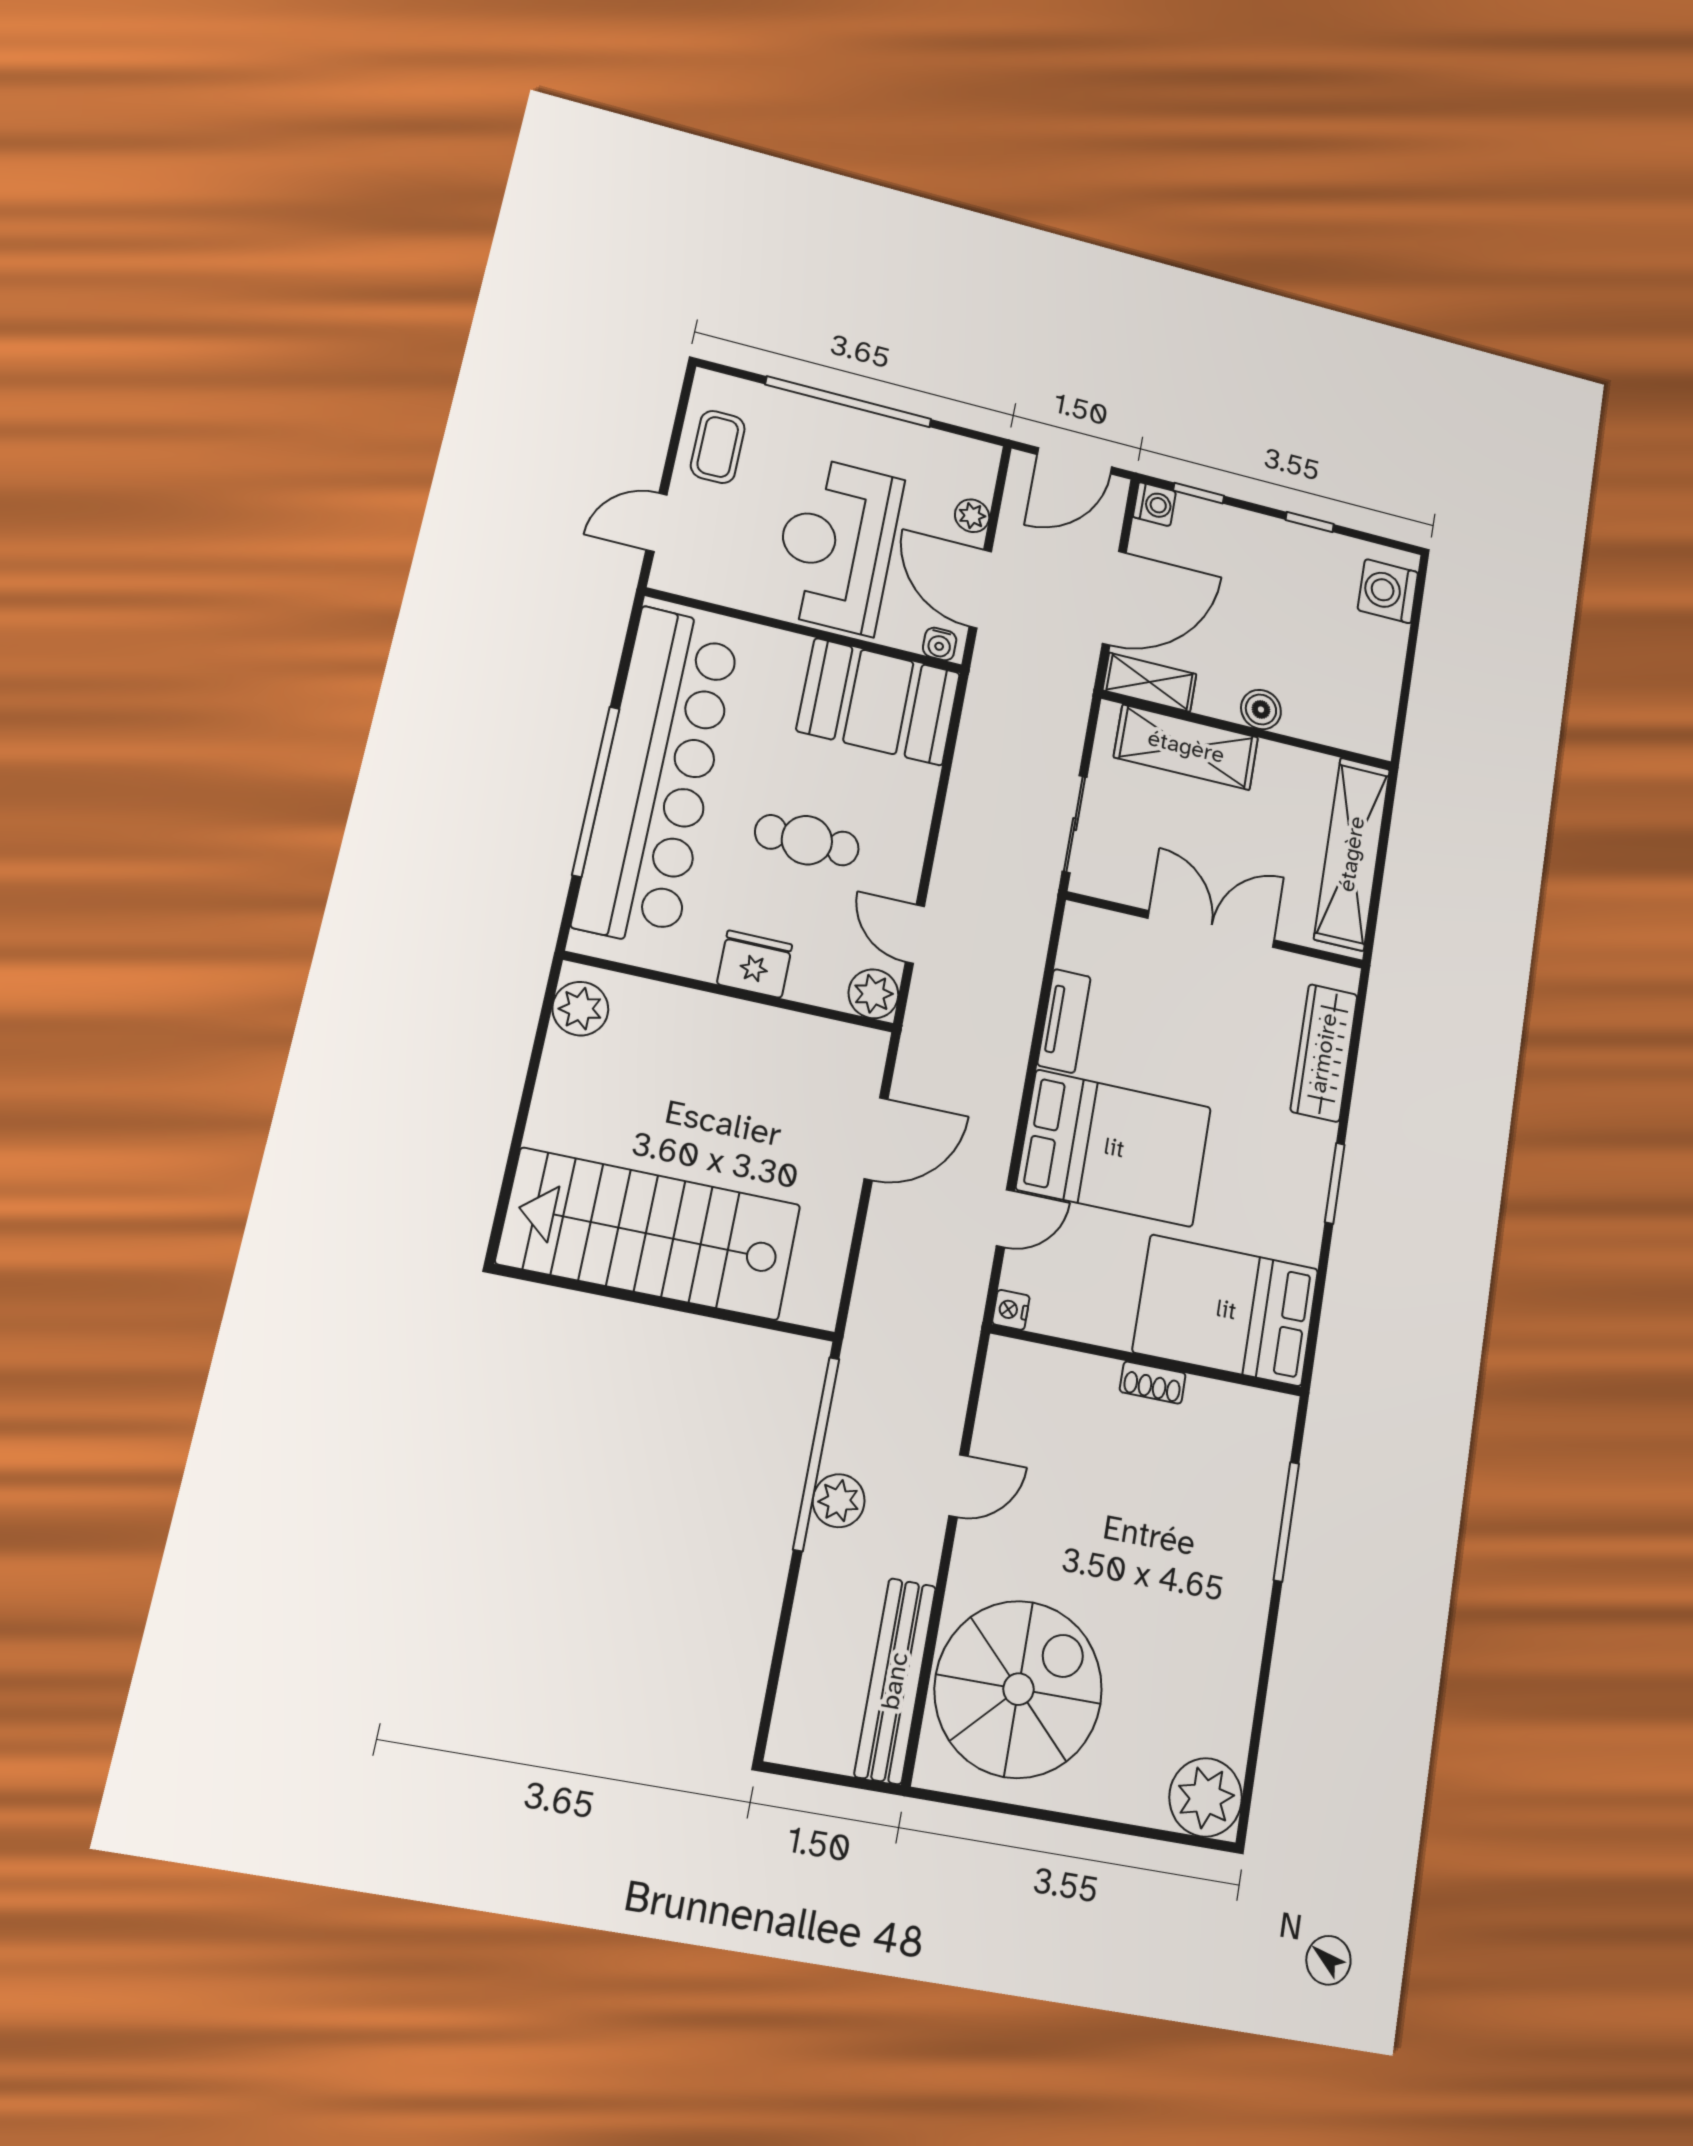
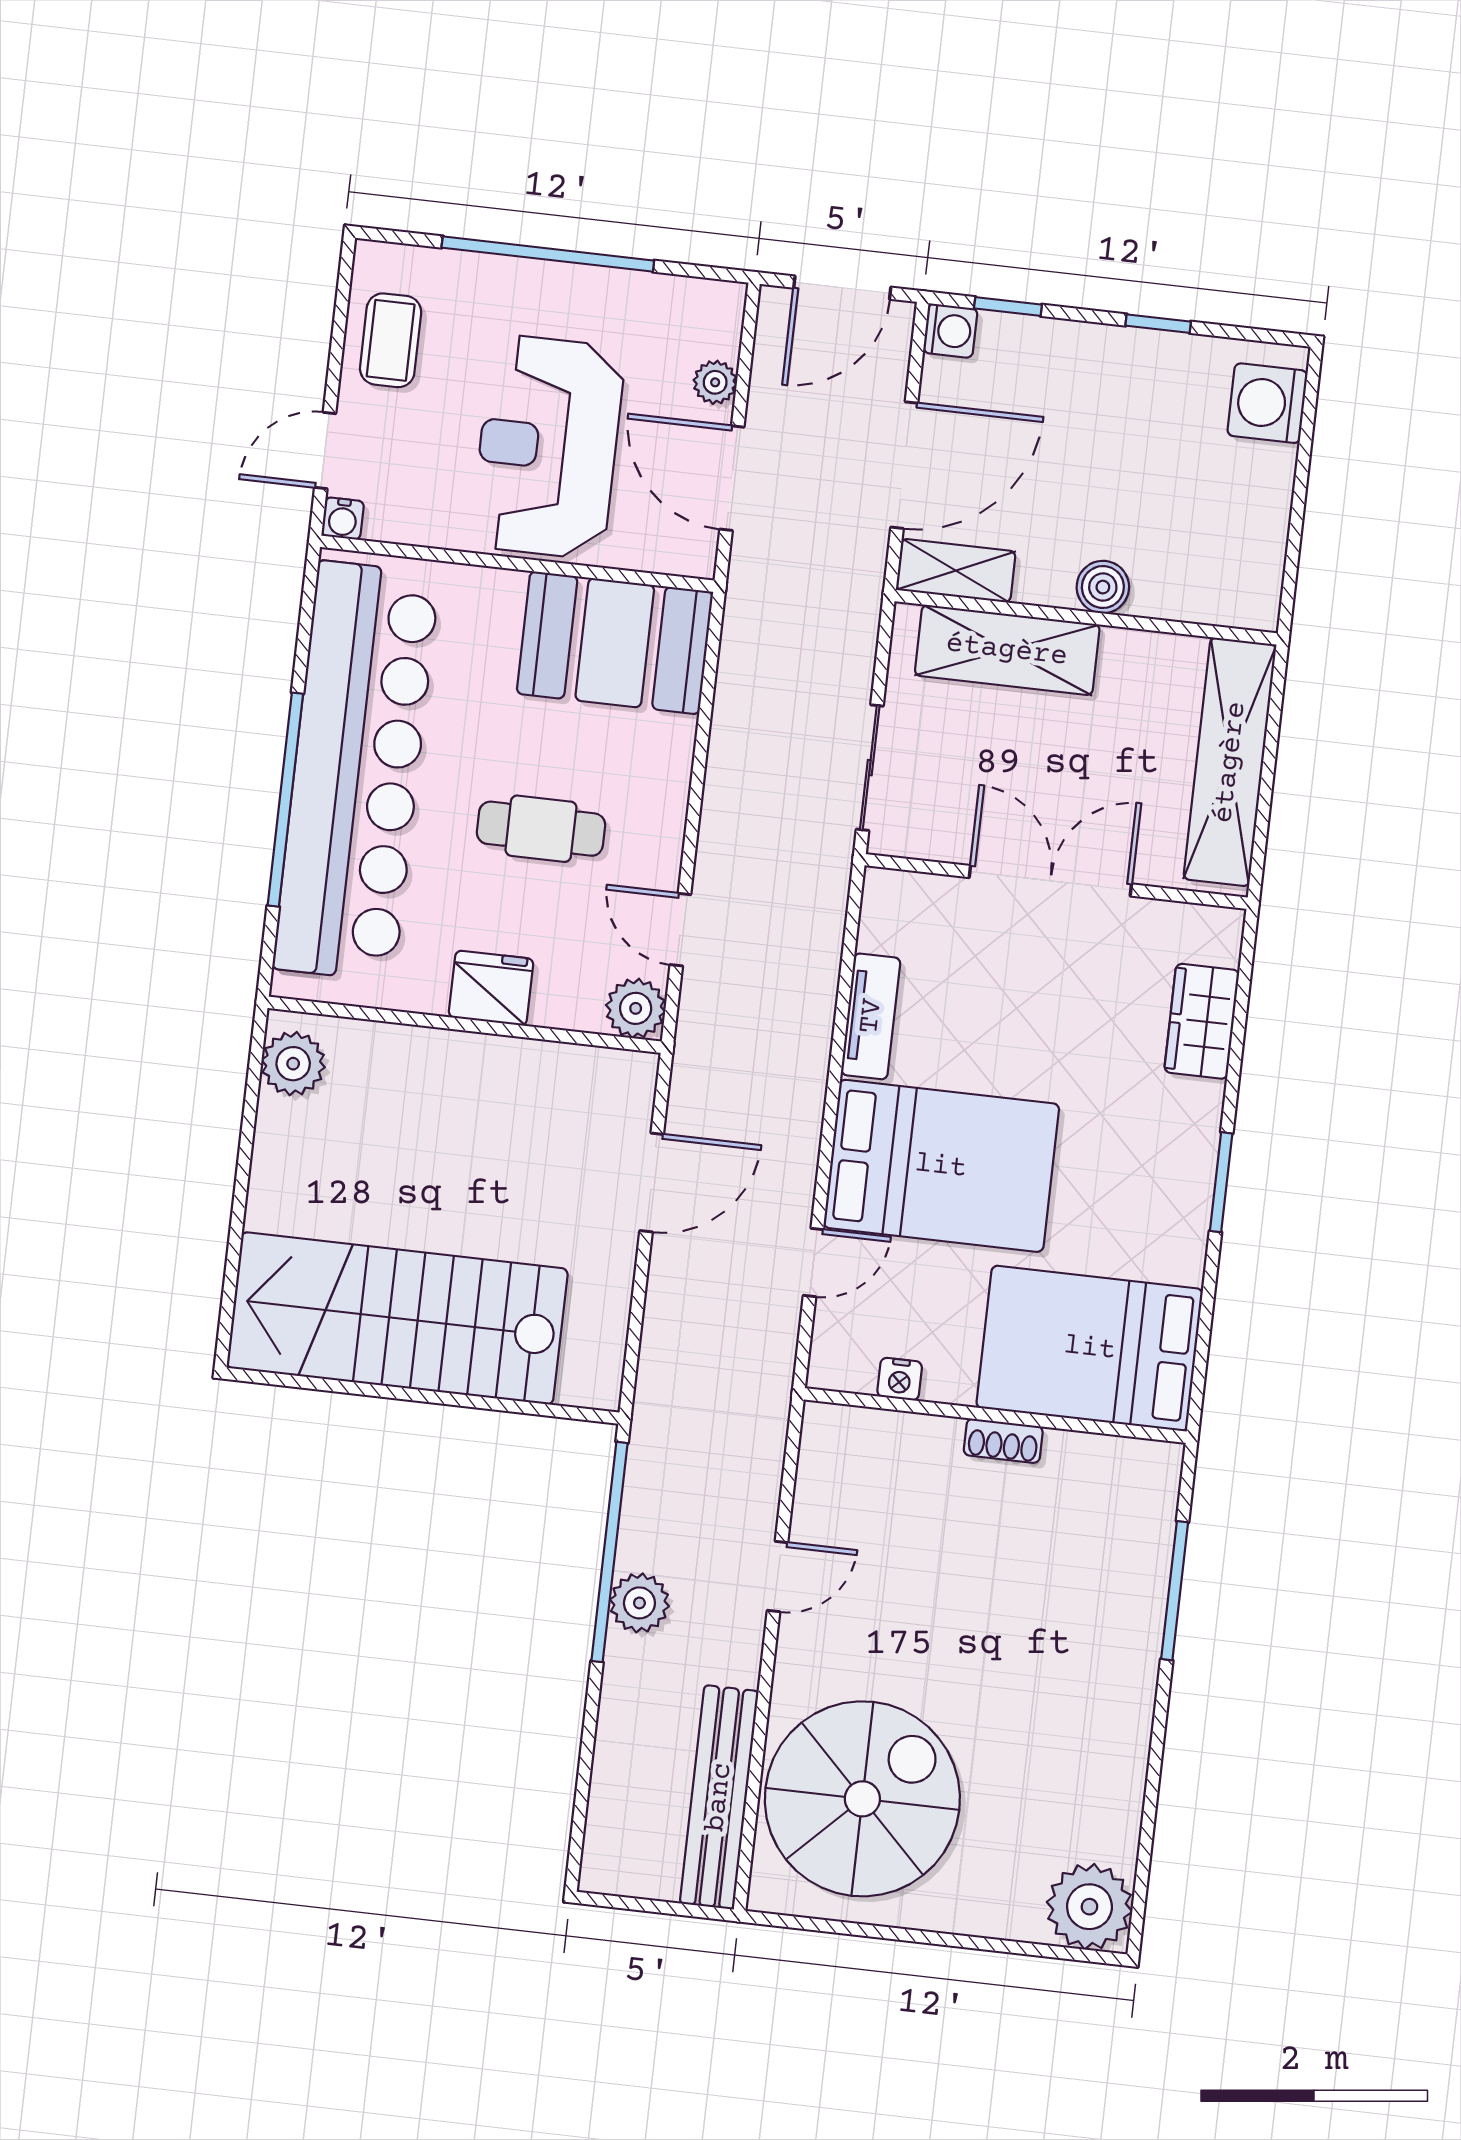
water cooler: (940, 644) -> (343, 519), moved
wardrobe: (1324, 1053) -> (1202, 1021), width x0.67
nightstand: (1011, 1310) -> (900, 1379), moved, turned -90

